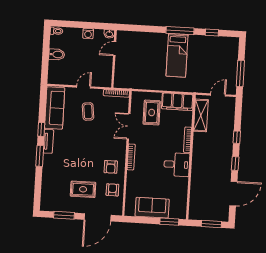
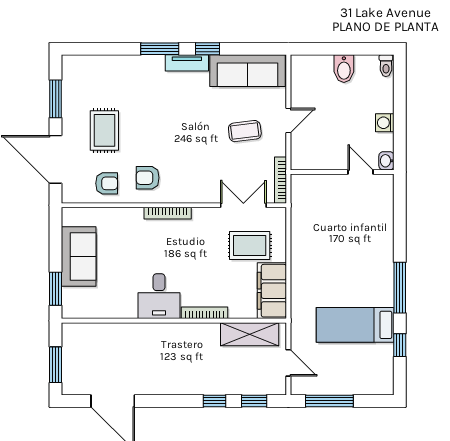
bed: (177, 55) -> (355, 325), moved
door: (84, 87) -> (288, 120), hinge flipped
double door: (128, 126) -> (243, 205), moved
window: (235, 164) -> (254, 401), moved

